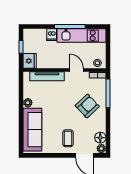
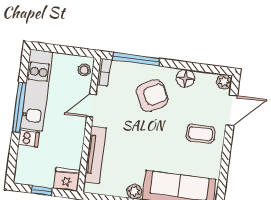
armchair: (87, 106) -> (152, 96), turned 106
floor lamp: (100, 138) -> (185, 78), moved

